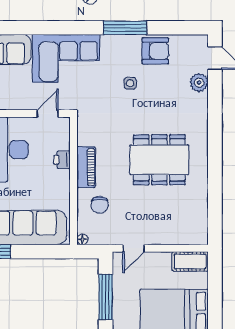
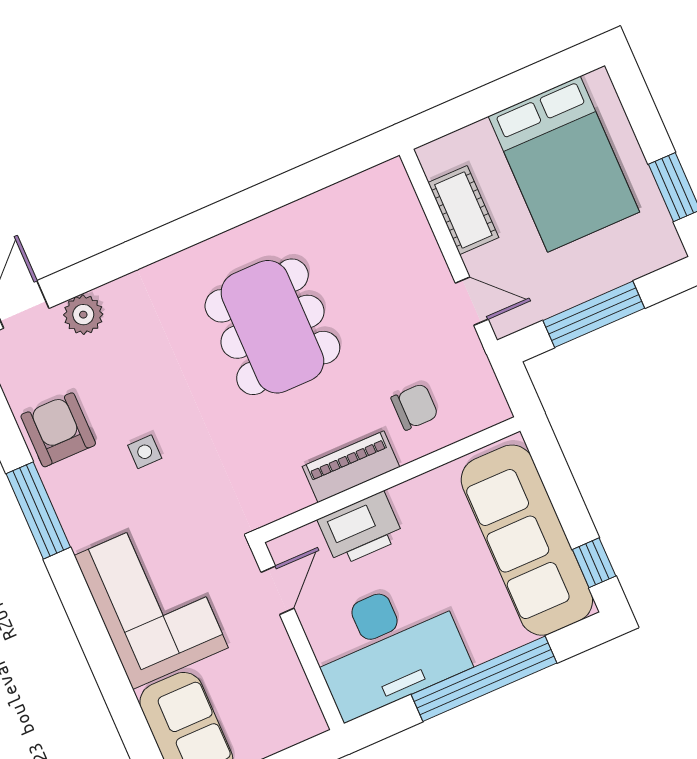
door: (48, 114) -> (278, 590), swing flipped
printer: (62, 160) -> (361, 529), width x1.87, depth x1.48
floor lamp: (82, 239) -> (498, 411), removed
cot: (190, 261) -> (463, 210), moved

